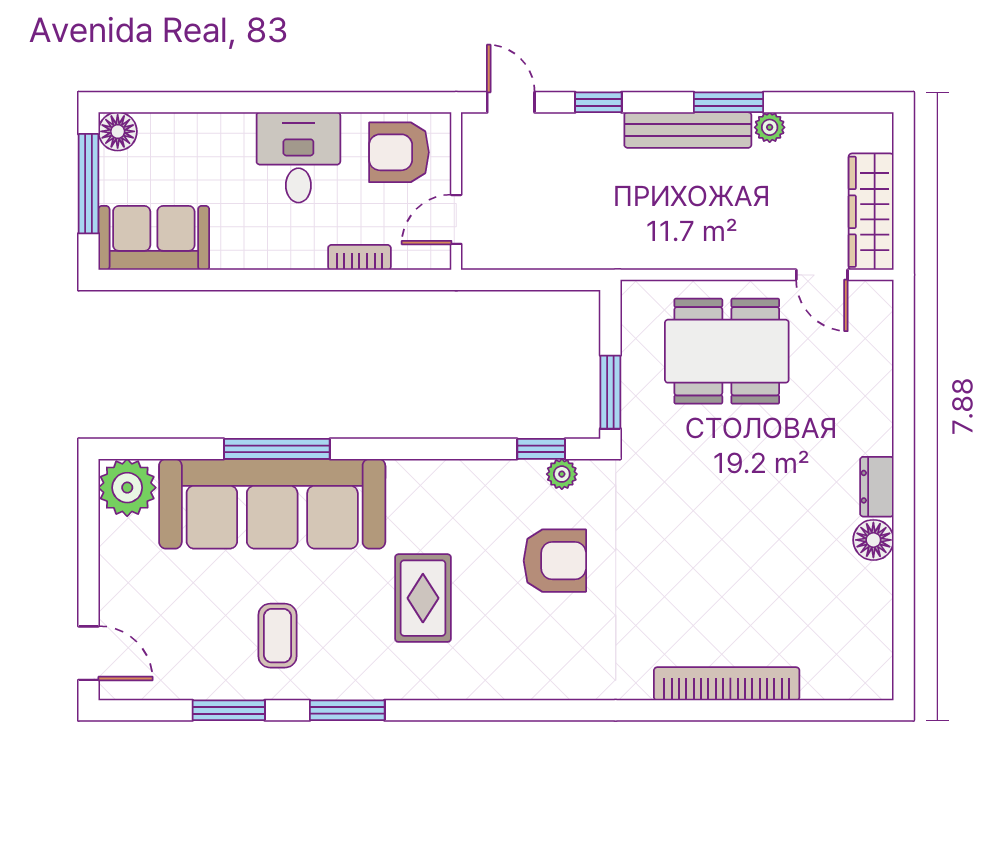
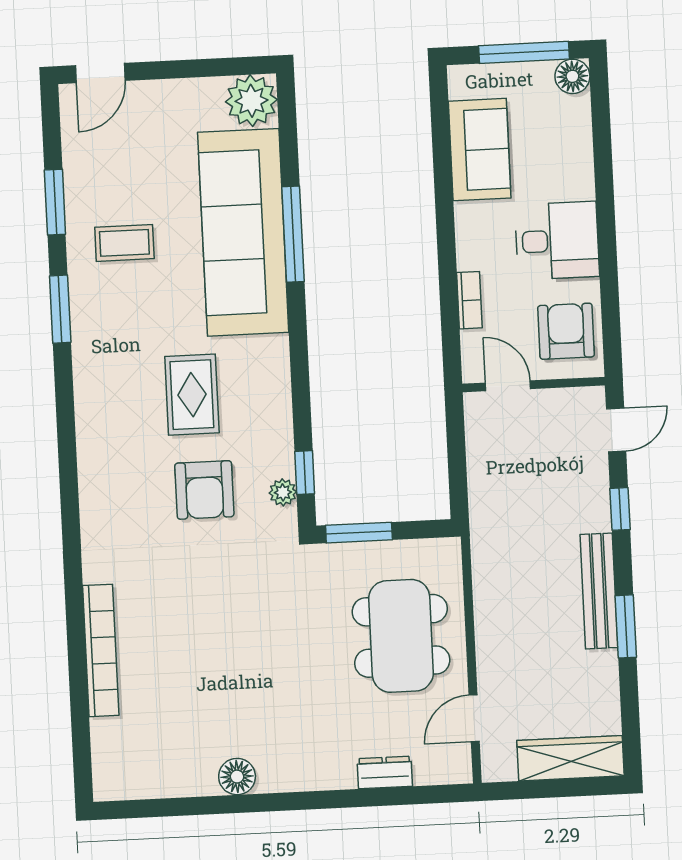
plant: (770, 127) -> (605, 665), removed
wardrobe: (871, 212) -> (570, 758), moved
sofa: (154, 238) -> (480, 150), moved
dresser: (877, 487) -> (385, 772), moved
rug: (423, 598) -> (192, 395), moved, turned 90

